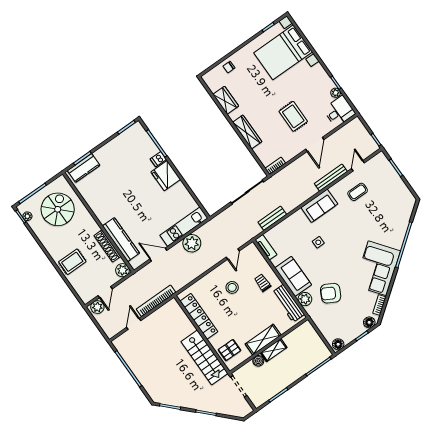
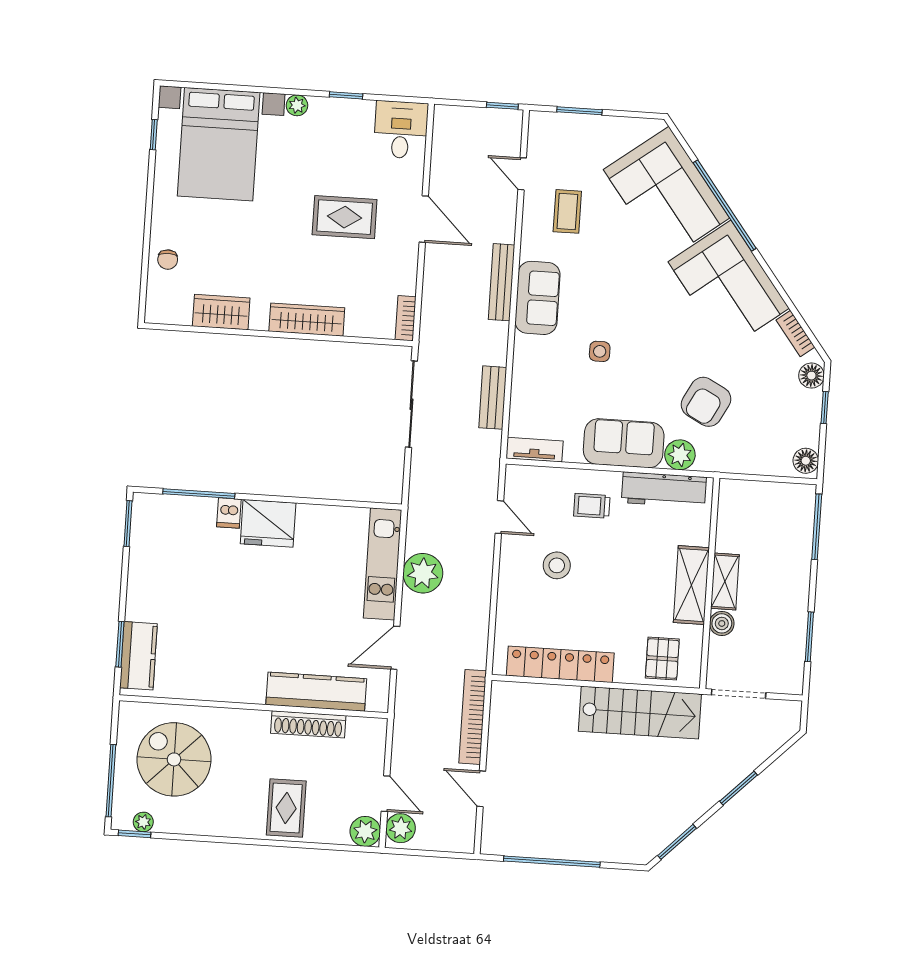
plant: (336, 93) -> (297, 105), moved
bench: (331, 178) -> (502, 282), moved
corner sofa: (391, 221) -> (666, 194), added
plant: (122, 270) -> (365, 831), moved

